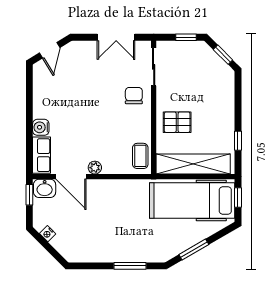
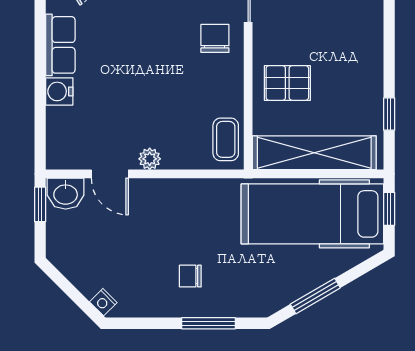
row of seats: (41, 155) -> (60, 45), moved
door: (71, 177) -> (110, 174), width x0.73
nightstand: (48, 234) -> (103, 302), moved
chair: (119, 238) -> (190, 276), added

